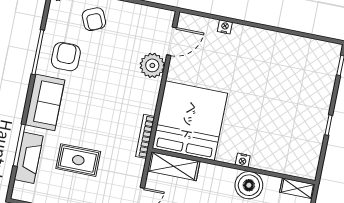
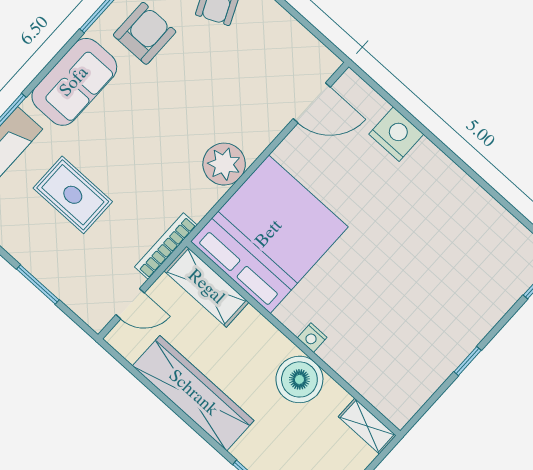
nightstand: (225, 27) -> (396, 134), width x1.89, depth x1.79
plant: (152, 65) -> (224, 164), moved
bookcase: (145, 136) -> (166, 246), moved

